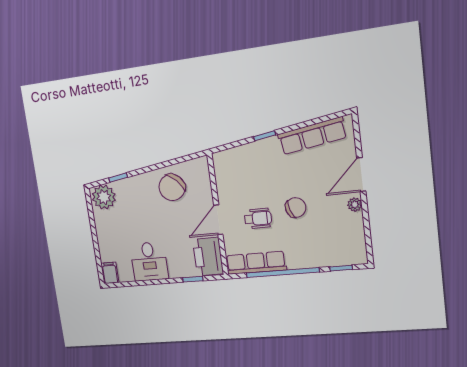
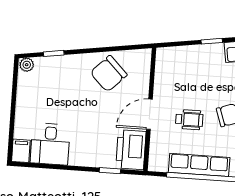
plant: (104, 197) -> (27, 65), width x0.53, depth x0.53
desk: (149, 261) -> (50, 144), moved
row of seats: (256, 263) -> (199, 165), moved

